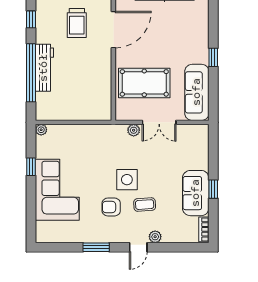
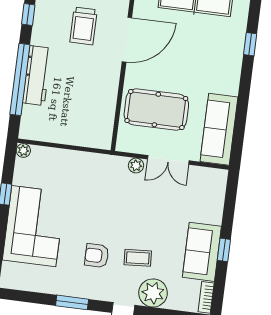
window: (213, 57) -> (250, 44), moved
side table: (127, 180) -> (120, 225), removed
plant: (155, 237) -> (153, 293), width x1.88, depth x1.88

